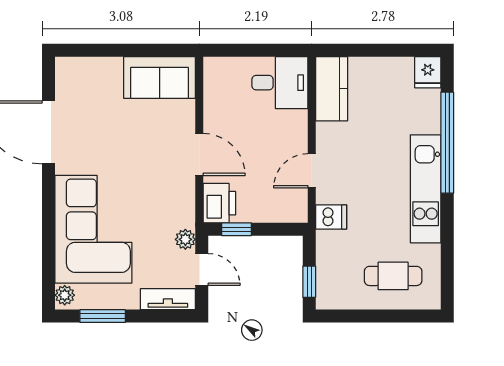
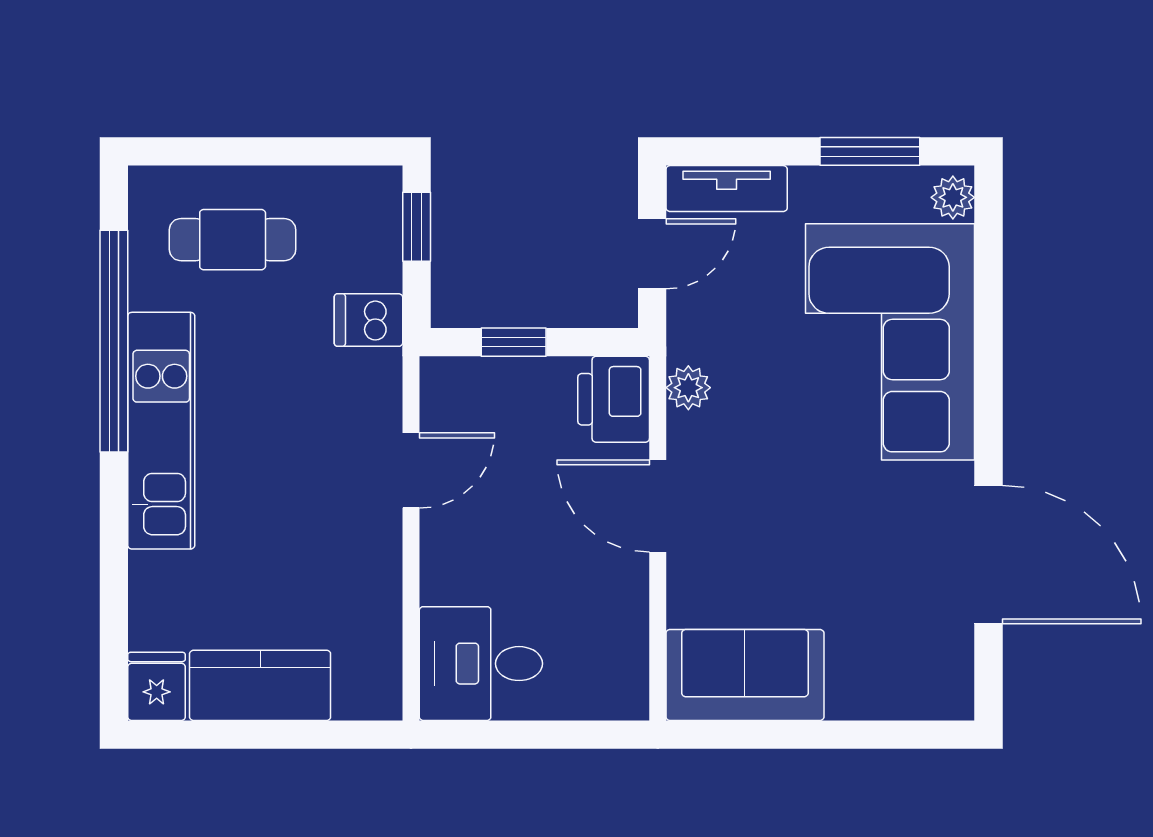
kitchen counter: (332, 89) -> (260, 685), moved, turned 90
window: (447, 143) -> (114, 341), moved
dishwasher: (331, 217) -> (369, 320), moved
window: (237, 229) -> (514, 342), moved
plant: (185, 239) -> (688, 388), moved
door: (202, 269) -> (652, 254), swing flipped

